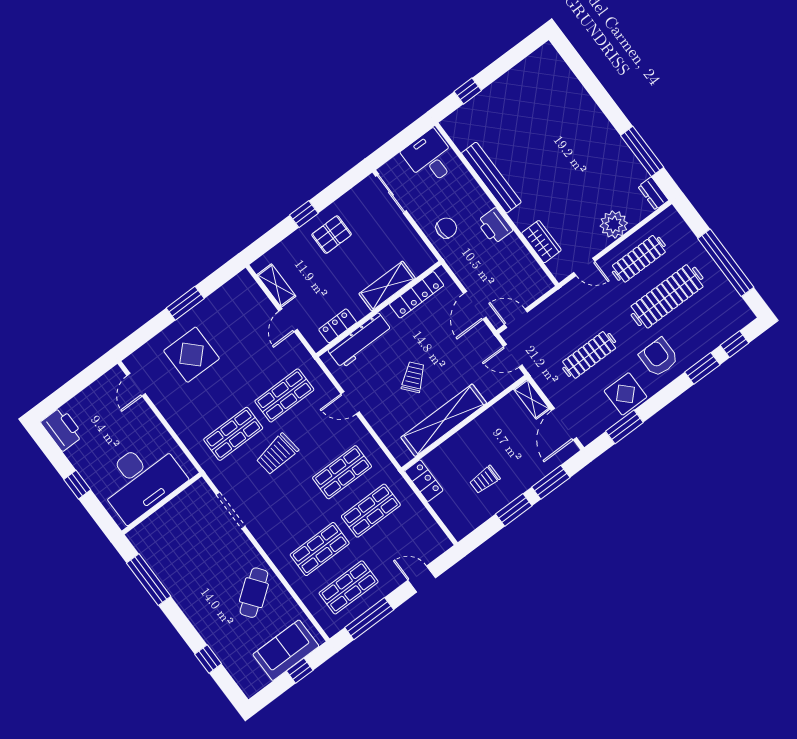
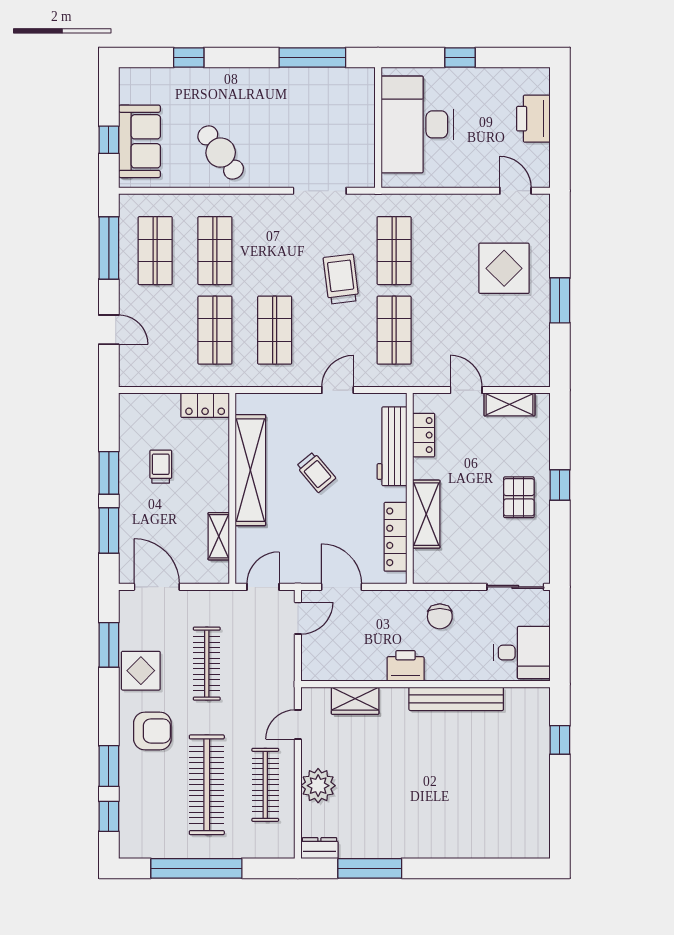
shelving: (532, 399) -> (219, 536), moved, turned 90
printer: (62, 429) -> (533, 119), moved, turned 90
door: (422, 579) -> (109, 330), hinge flipped

